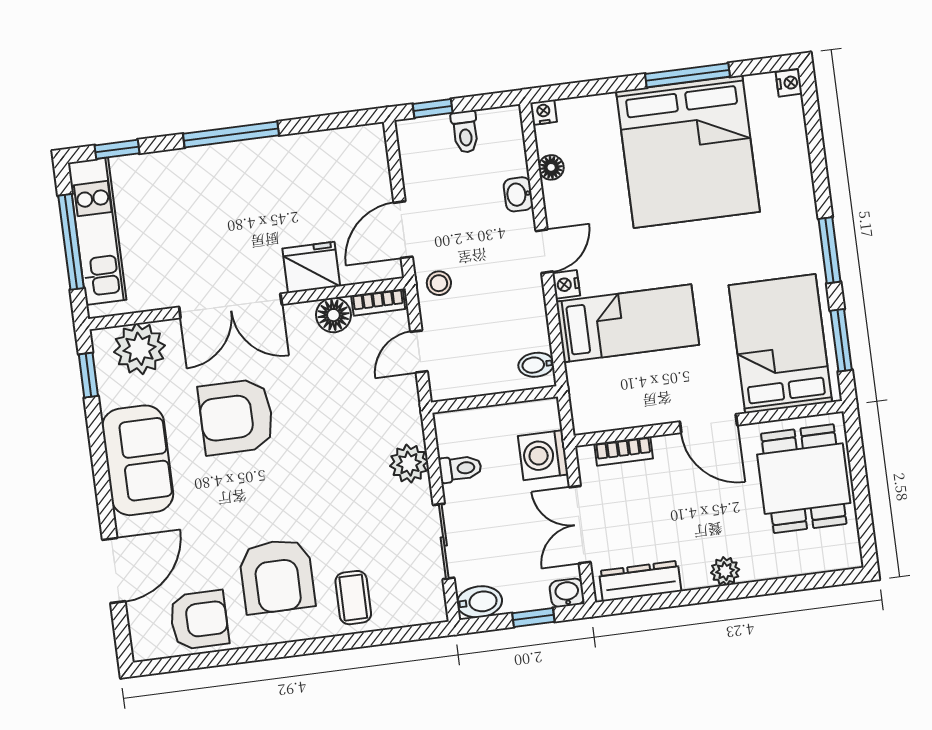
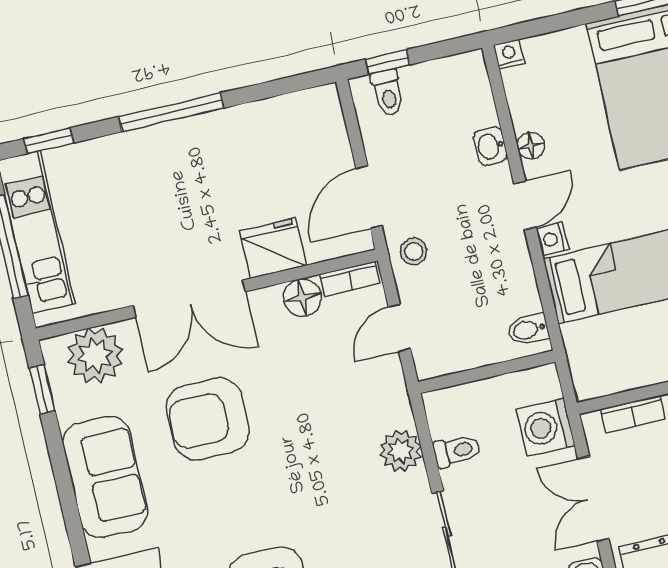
toilet: (465, 132) -> (388, 93), moved
floor lamp: (551, 167) -> (531, 146), moved

